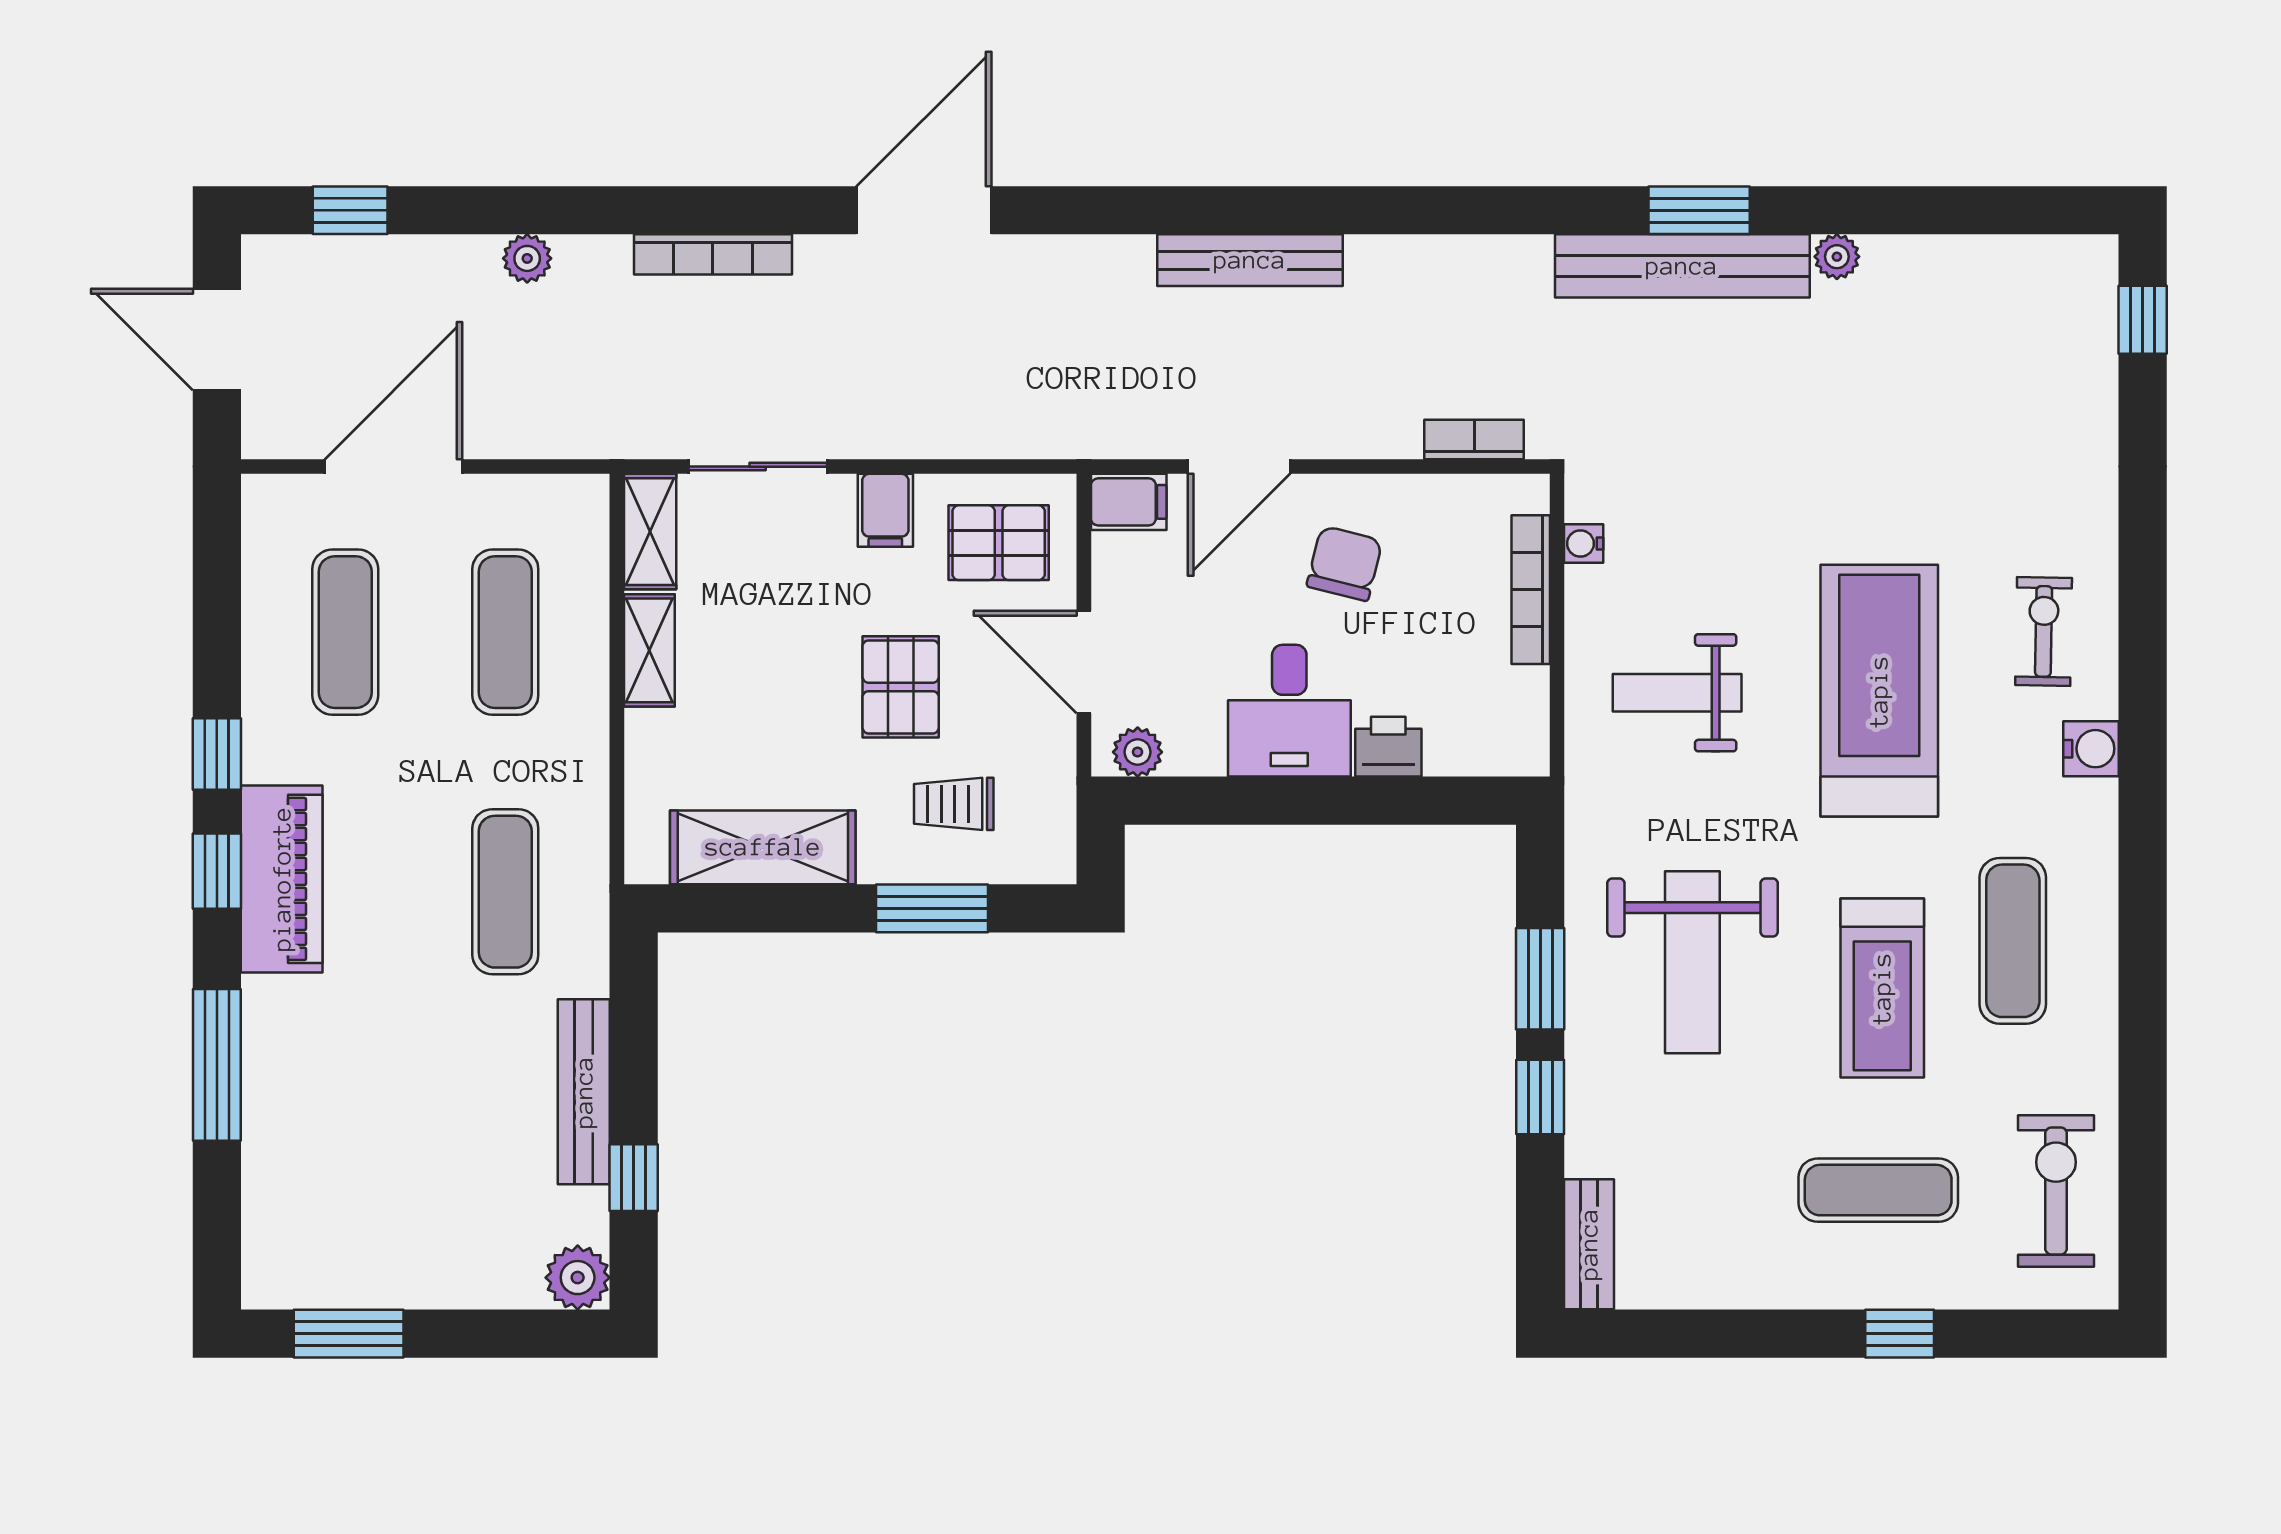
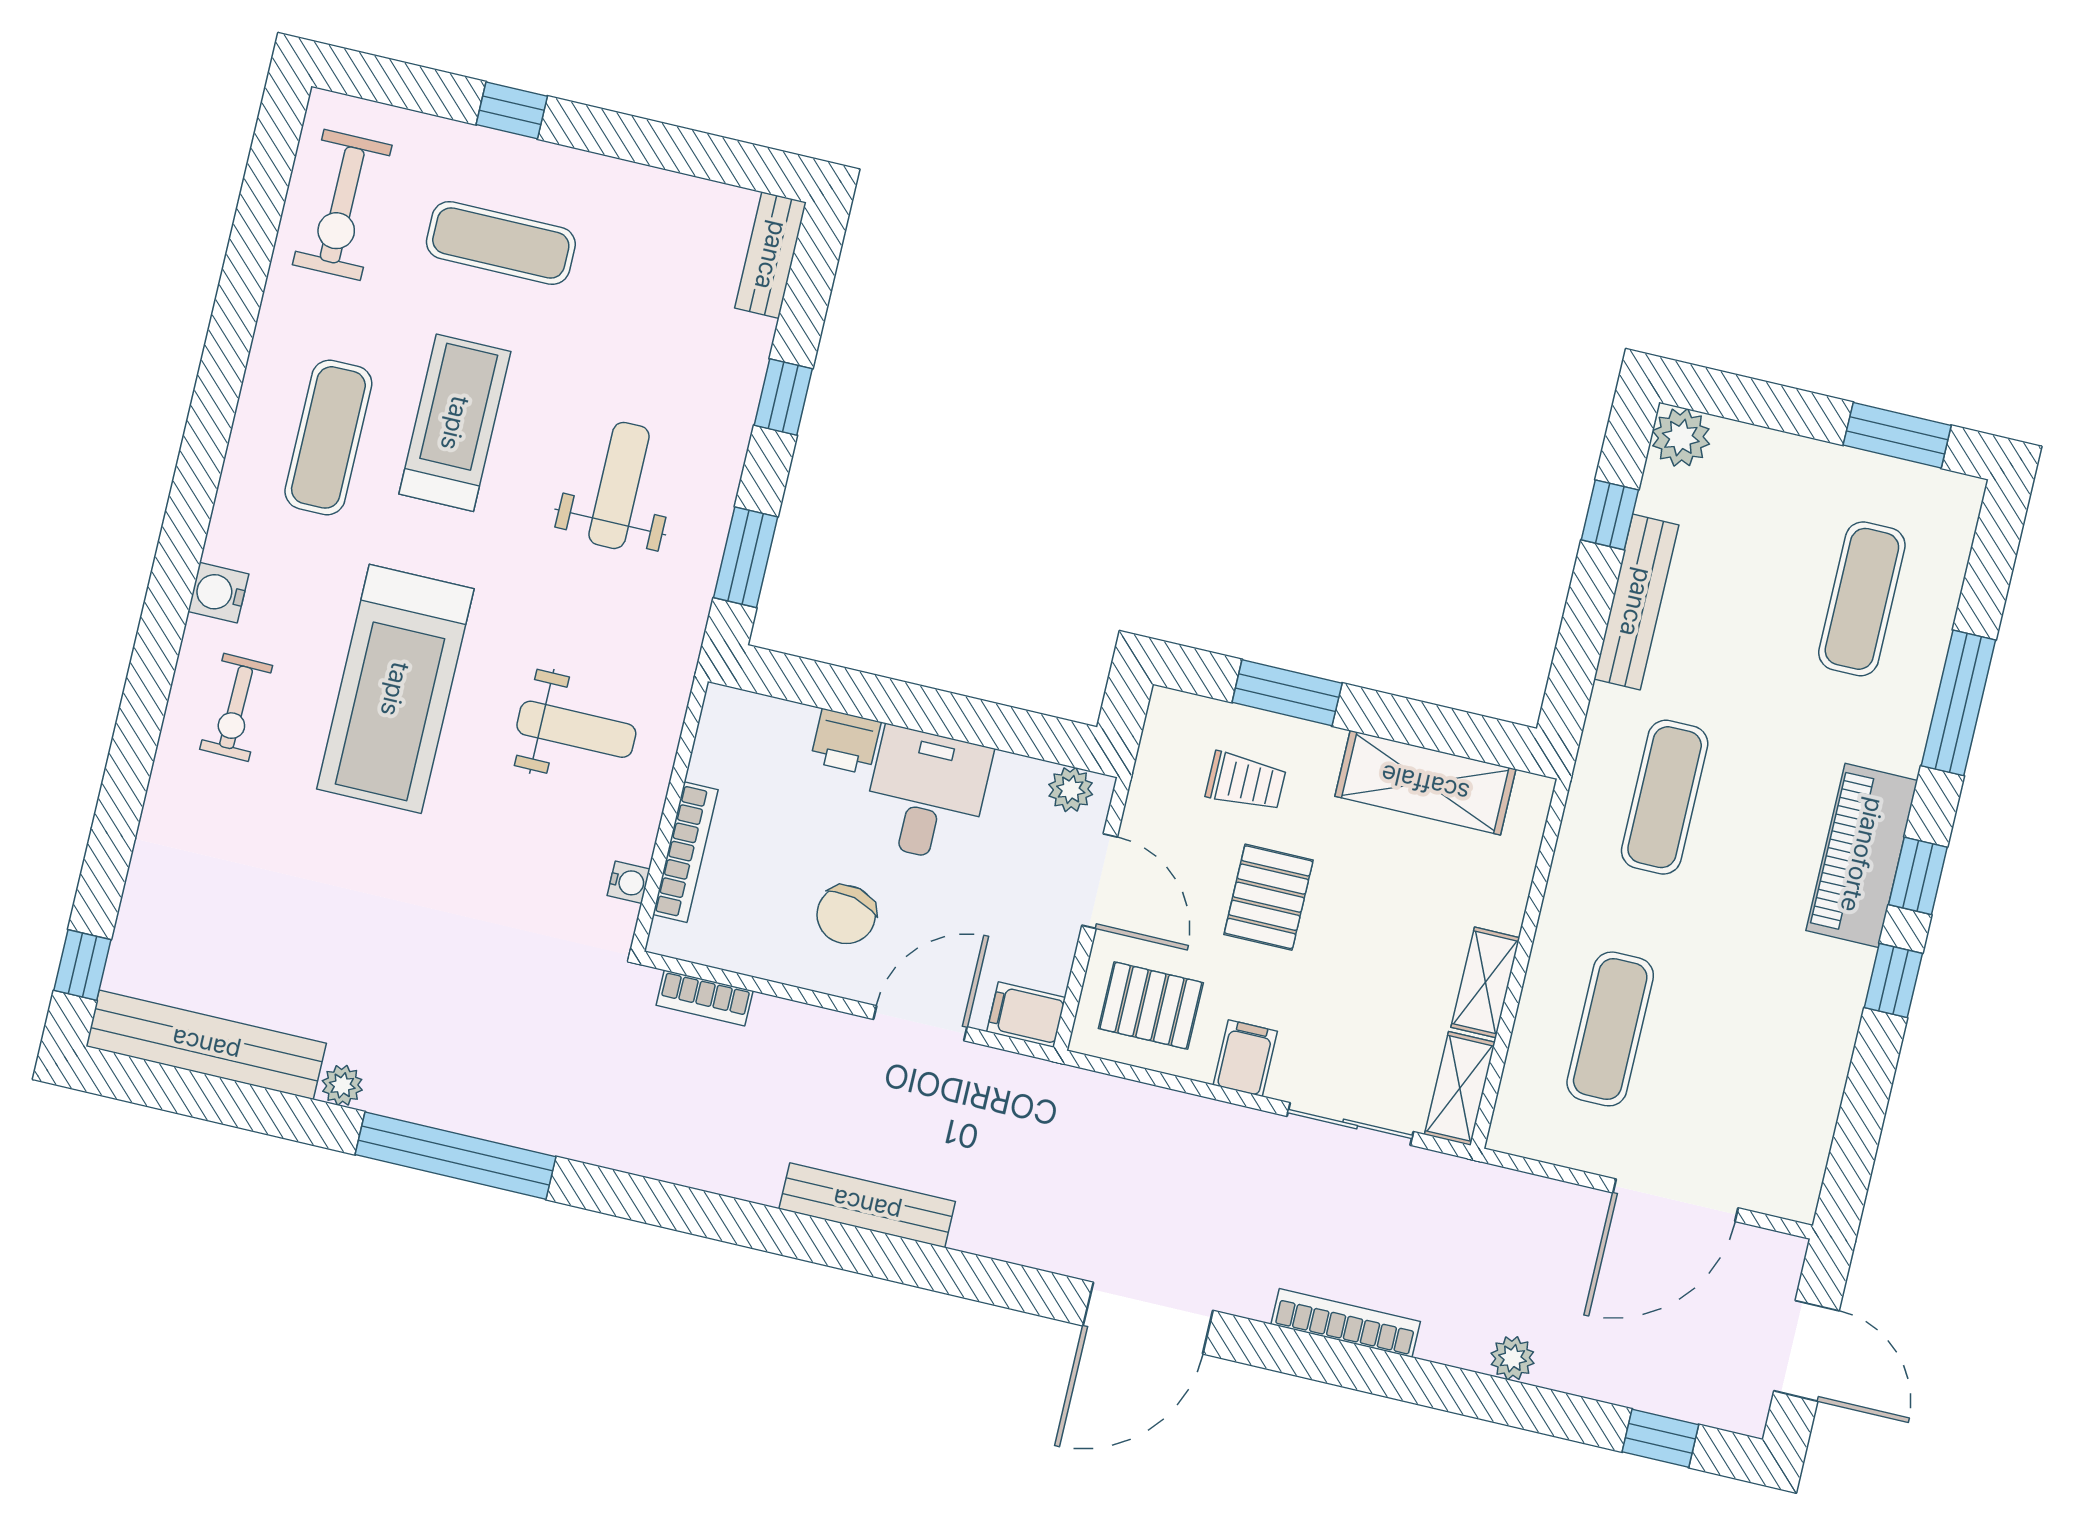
window: (1699, 210) -> (456, 1156), width x2.11
bench: (1682, 266) -> (206, 1045), moved
exercise mat: (345, 632) -> (1862, 599), moved
weight bench: (1692, 962) -> (619, 485), width x0.73, depth x0.75
window: (1540, 979) -> (746, 557), moved

